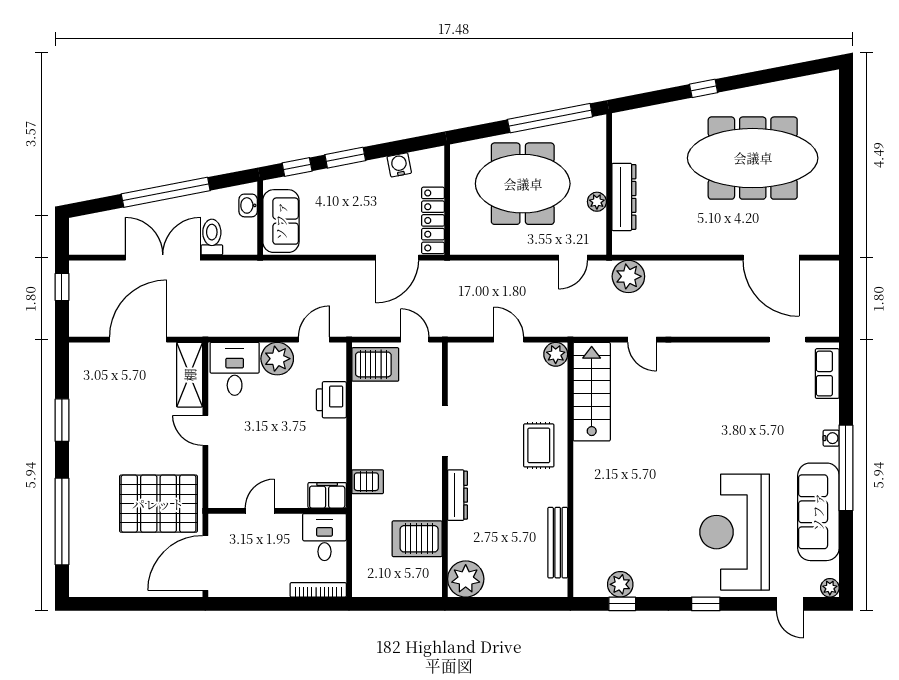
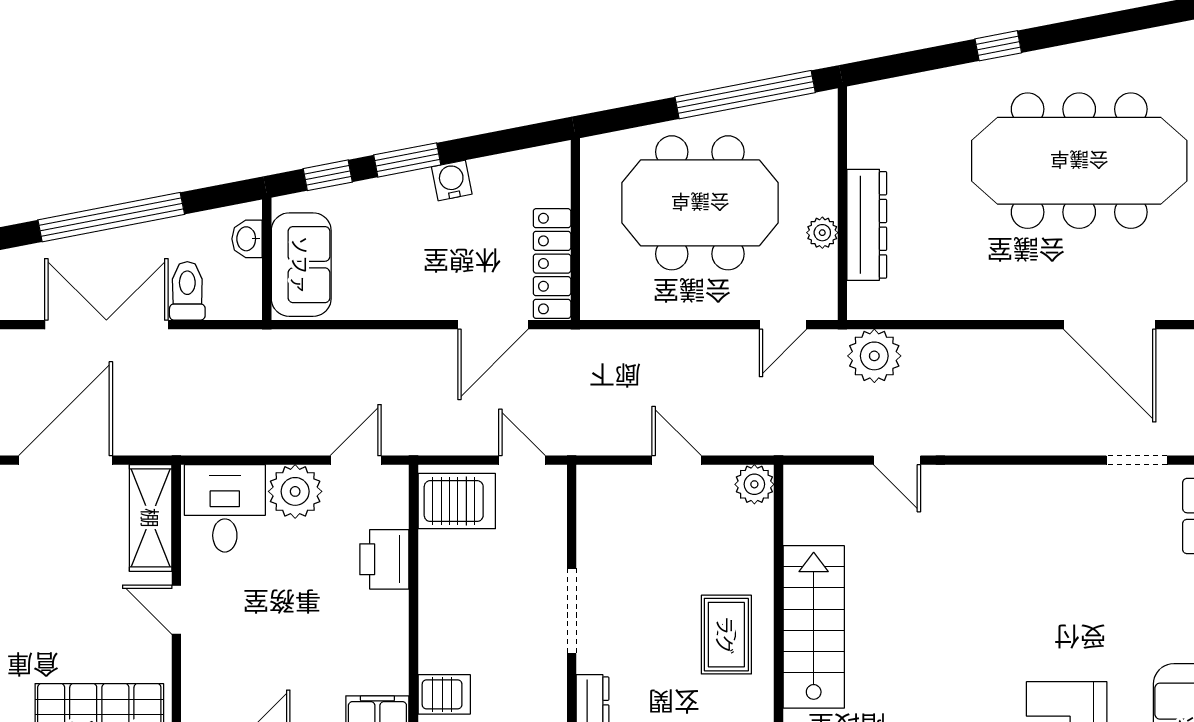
water cooler: (399, 165) -> (452, 180), moved
stairs: (592, 392) -> (814, 627), moved

